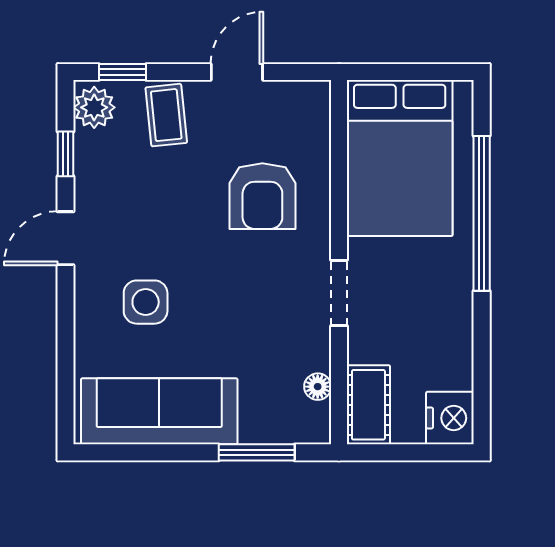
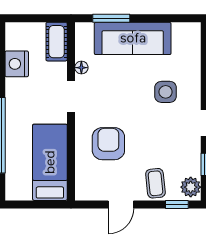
bed: (400, 158) -> (50, 162), width x0.67
floor lamp: (318, 387) -> (81, 68), moved
sofa: (159, 411) -> (133, 38), moved
nightstand: (450, 418) -> (17, 64), moved

